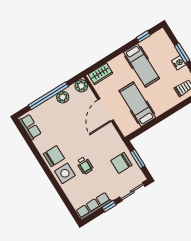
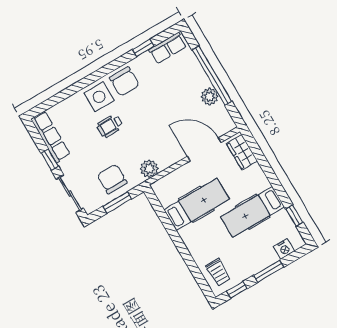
nightstand: (179, 63) -> (284, 249), moved
plant: (81, 86) -> (149, 169), moved
door: (106, 110) -> (204, 149), moved
window: (30, 144) -> (143, 48), added

